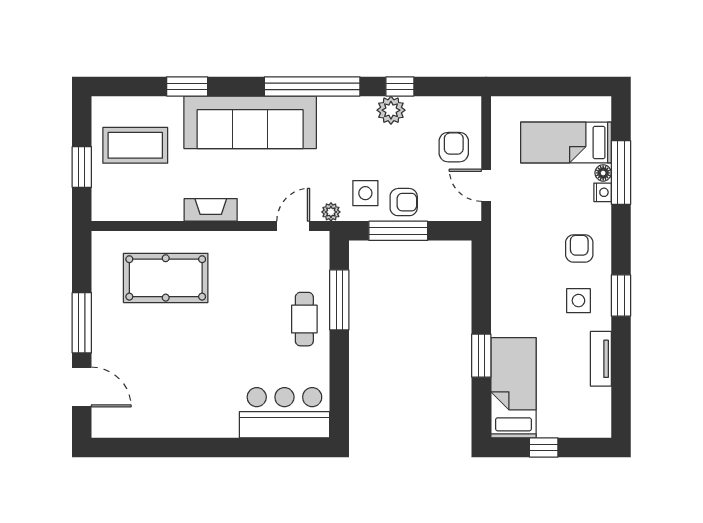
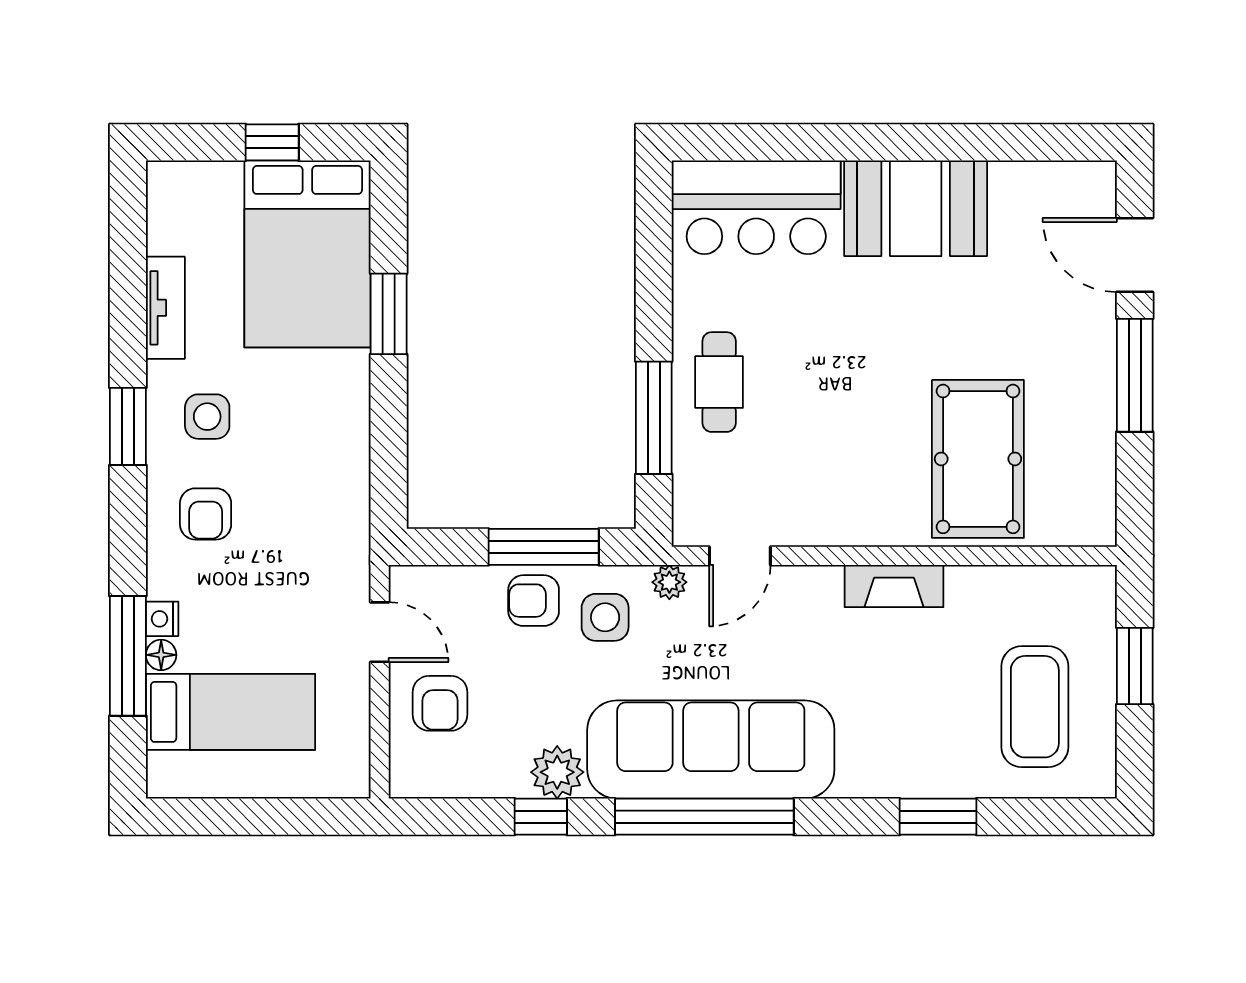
sofa: (250, 122) -> (711, 750), moved
coffee table: (135, 145) -> (1035, 707), turned 90
pool table: (166, 278) -> (978, 459), turned 90
bed: (513, 388) -> (307, 254), width x1.50
booth: (199, 412) -> (916, 208), added

